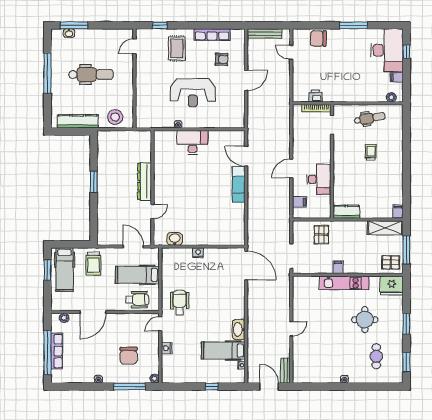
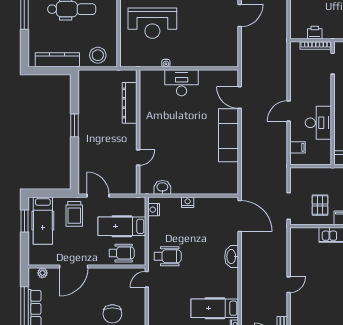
reception desk: (193, 93) -> (152, 23), moved
dresser: (145, 181) -> (130, 103), moved
exam couch: (239, 184) -> (229, 135), width x1.36, depth x1.45
pallet: (321, 235) -> (320, 205), moved
door: (133, 247) -> (98, 196), moved
wheelchair: (180, 303) -> (168, 256), turned 90
washbasin: (239, 329) -> (232, 257), moved
nightstand: (167, 348) -> (154, 210), moved

